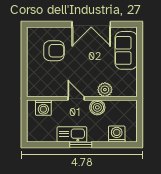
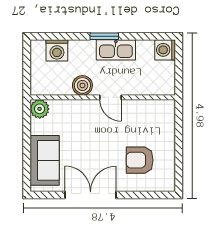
plant: (105, 90) -> (40, 109), moved
washing machine: (43, 108) -> (165, 50), moved, turned -90

